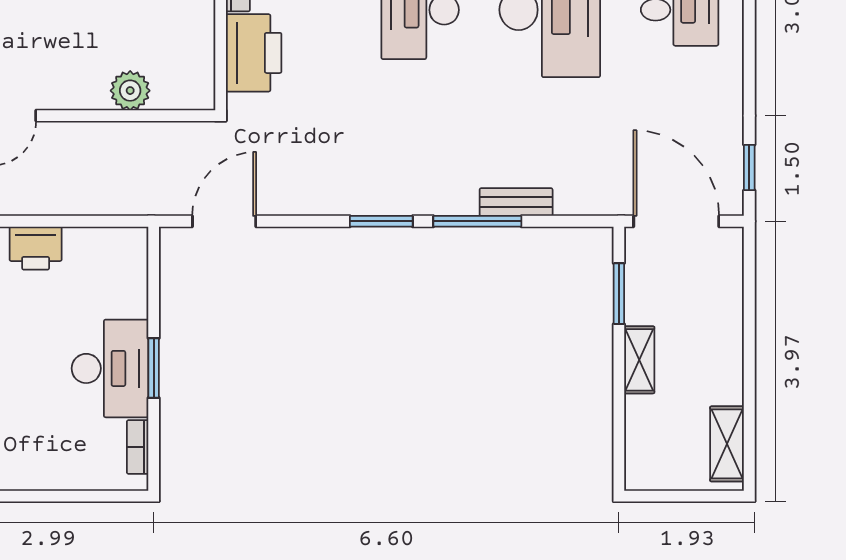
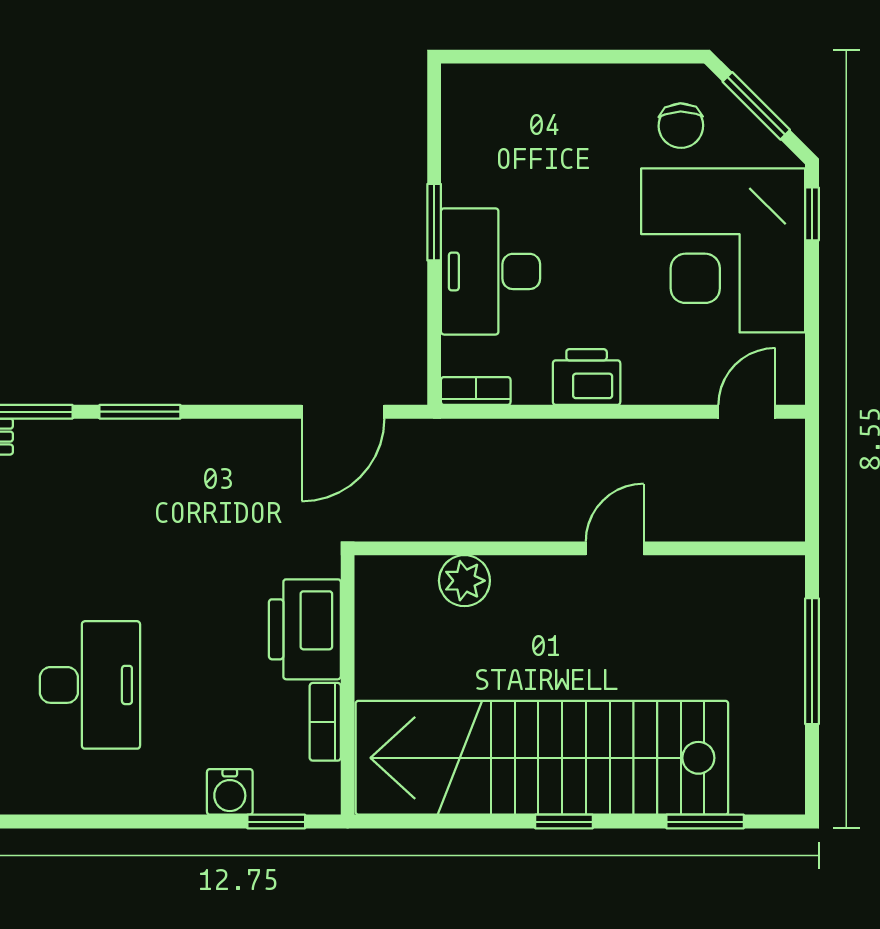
desk: (110, 368) -> (491, 271), moved
bookcase: (138, 447) -> (476, 391), moved, turned -90

